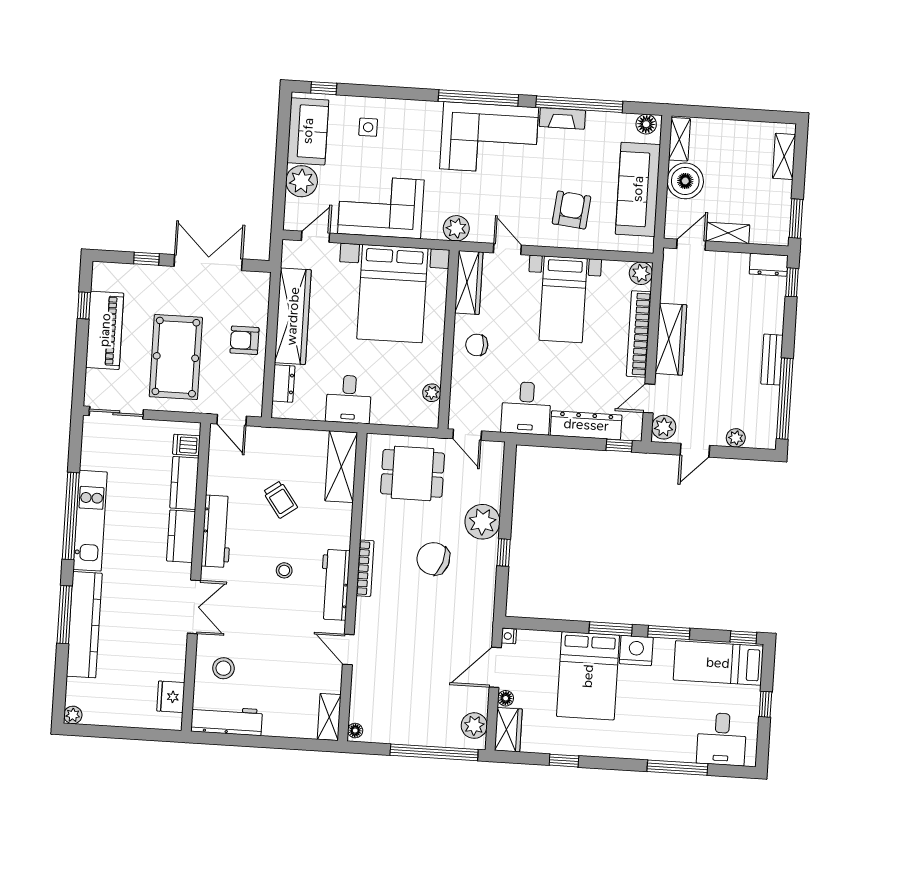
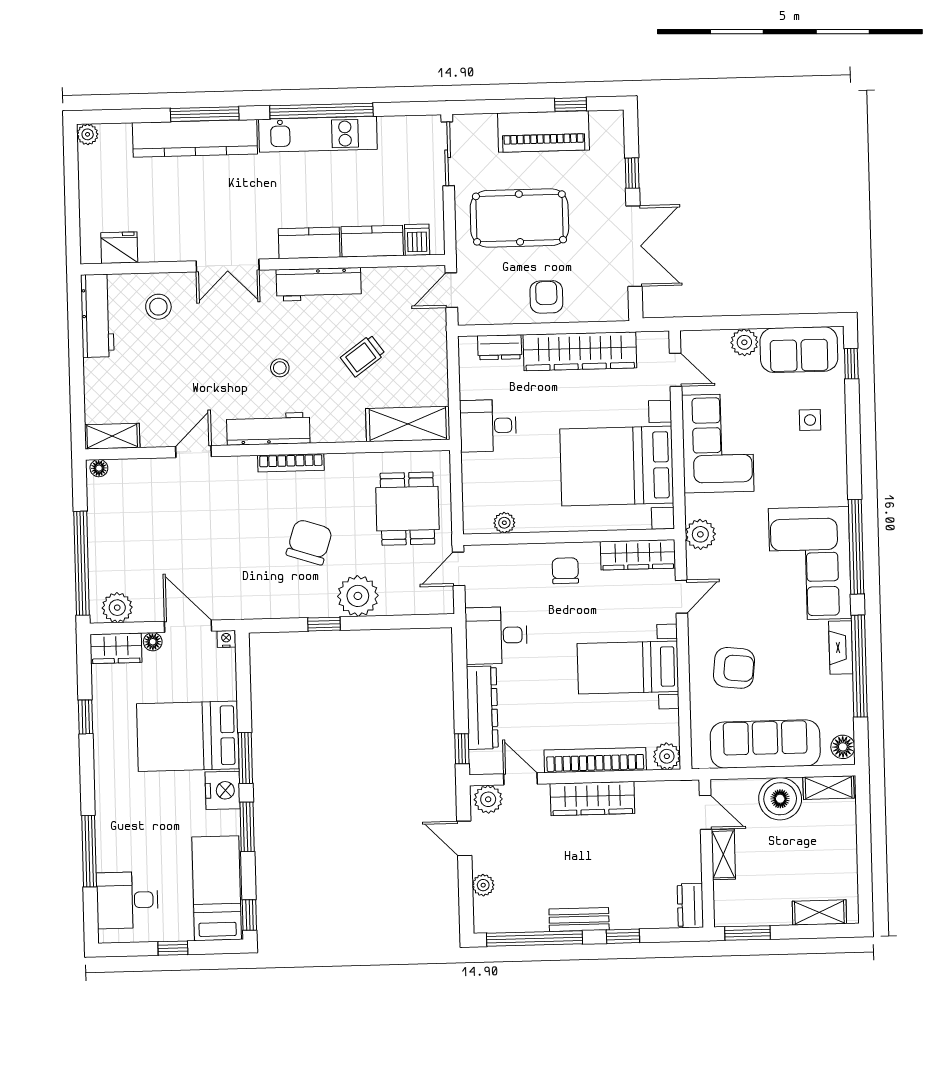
plant: (302, 181) -> (744, 342), width x0.73, depth x0.73
window: (792, 282) -> (623, 936), moved

